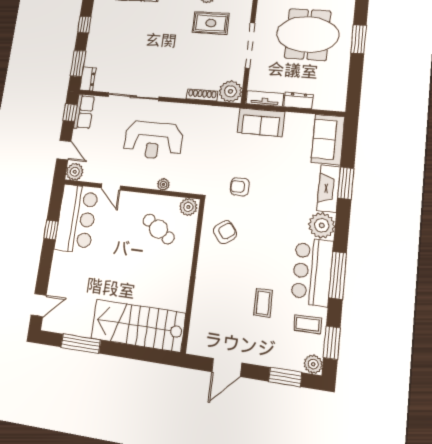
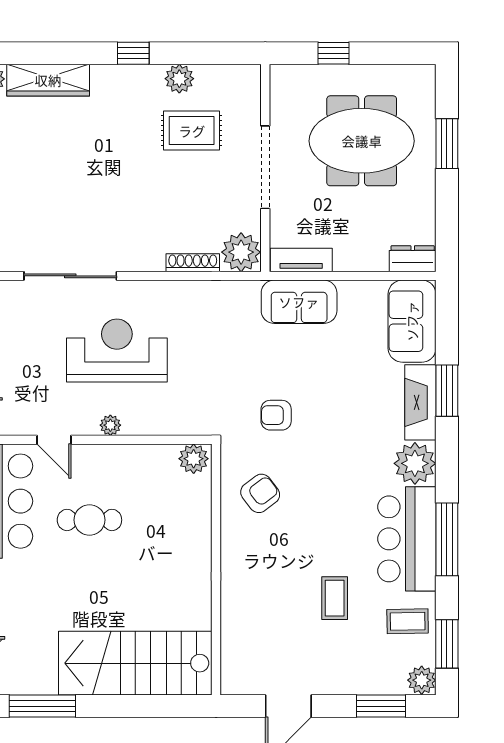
dresser: (298, 100) -> (413, 259), moved
reception desk: (153, 140) -> (117, 351), turned 180
plant: (163, 184) -> (110, 425), moved
cafe table: (159, 229) -> (89, 520), moved, turned -35

